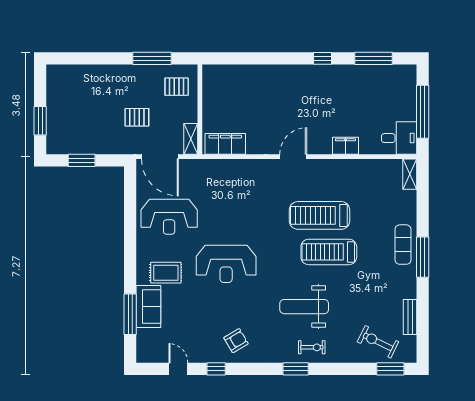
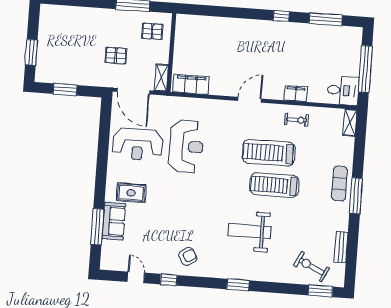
reception desk: (226, 264) -> (186, 147), moved, turned -90
exercise bike: (312, 347) -> (297, 120), moved

